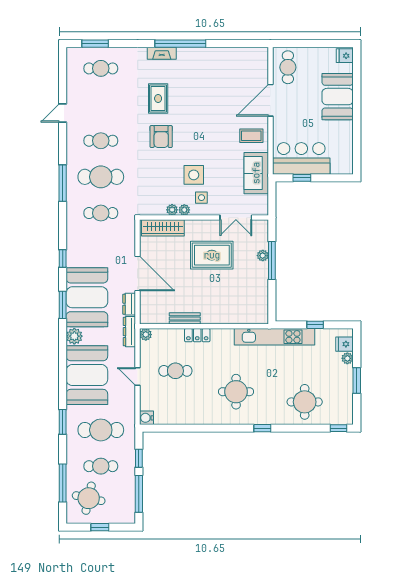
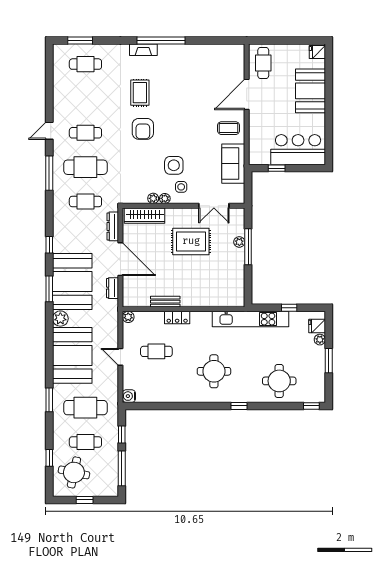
door: (63, 113) -> (49, 131), moved
bar counter: (301, 158) -> (298, 150), moved
dresser: (129, 332) -> (113, 226), moved
window: (63, 483) -> (49, 458), width x0.46

